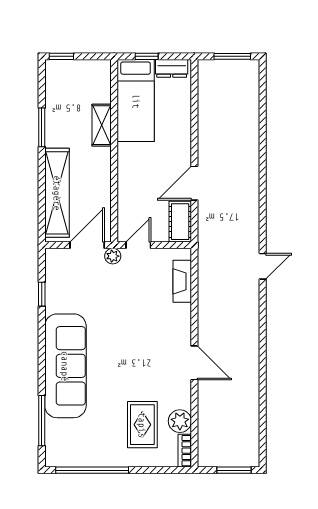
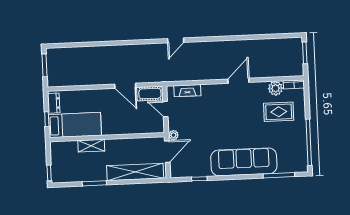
door: (87, 245) -> (167, 152), swing flipped
door: (138, 245) -> (165, 109), moved
door: (263, 266) -> (176, 40), swing flipped

